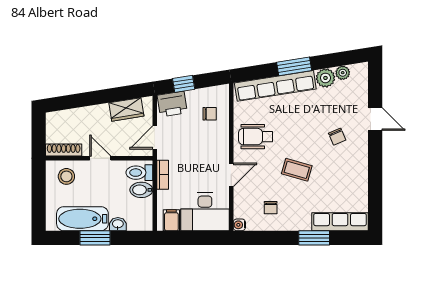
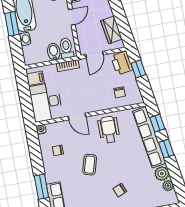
window: (294, 66) -> (166, 149), width x0.67
window: (259, 72) -> (157, 123), added
door: (155, 137) -> (95, 55), swing flipped

